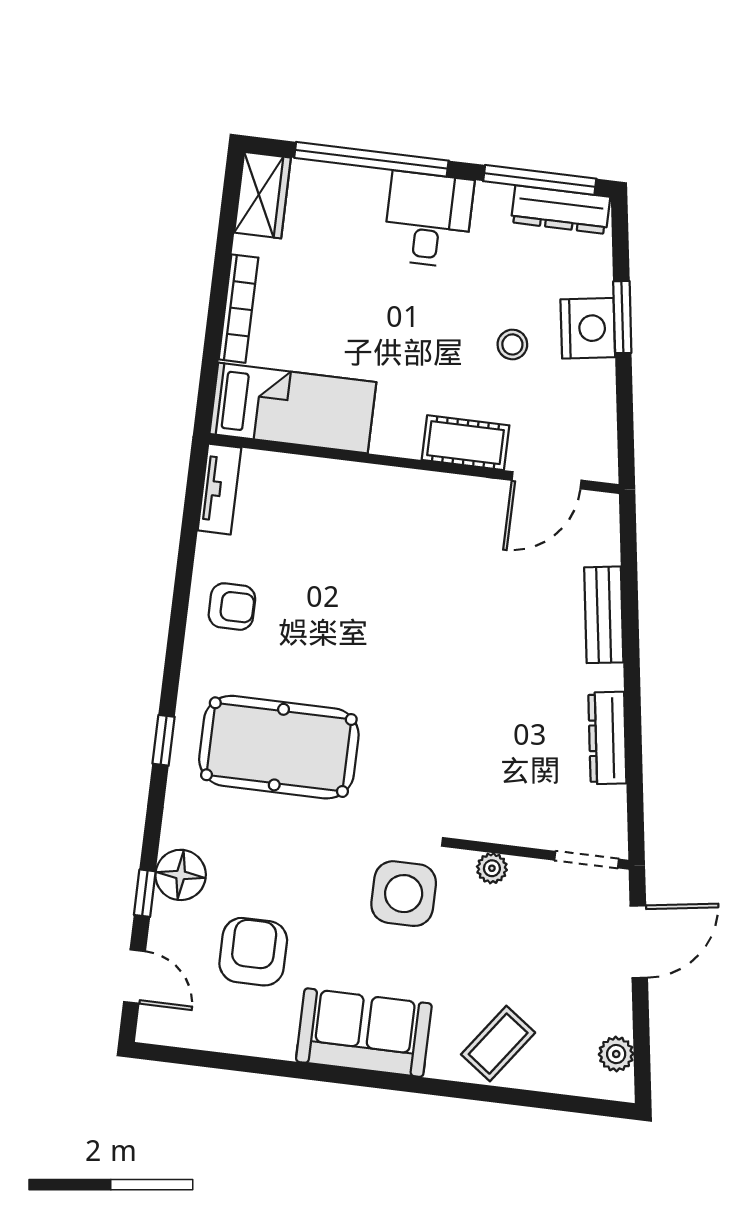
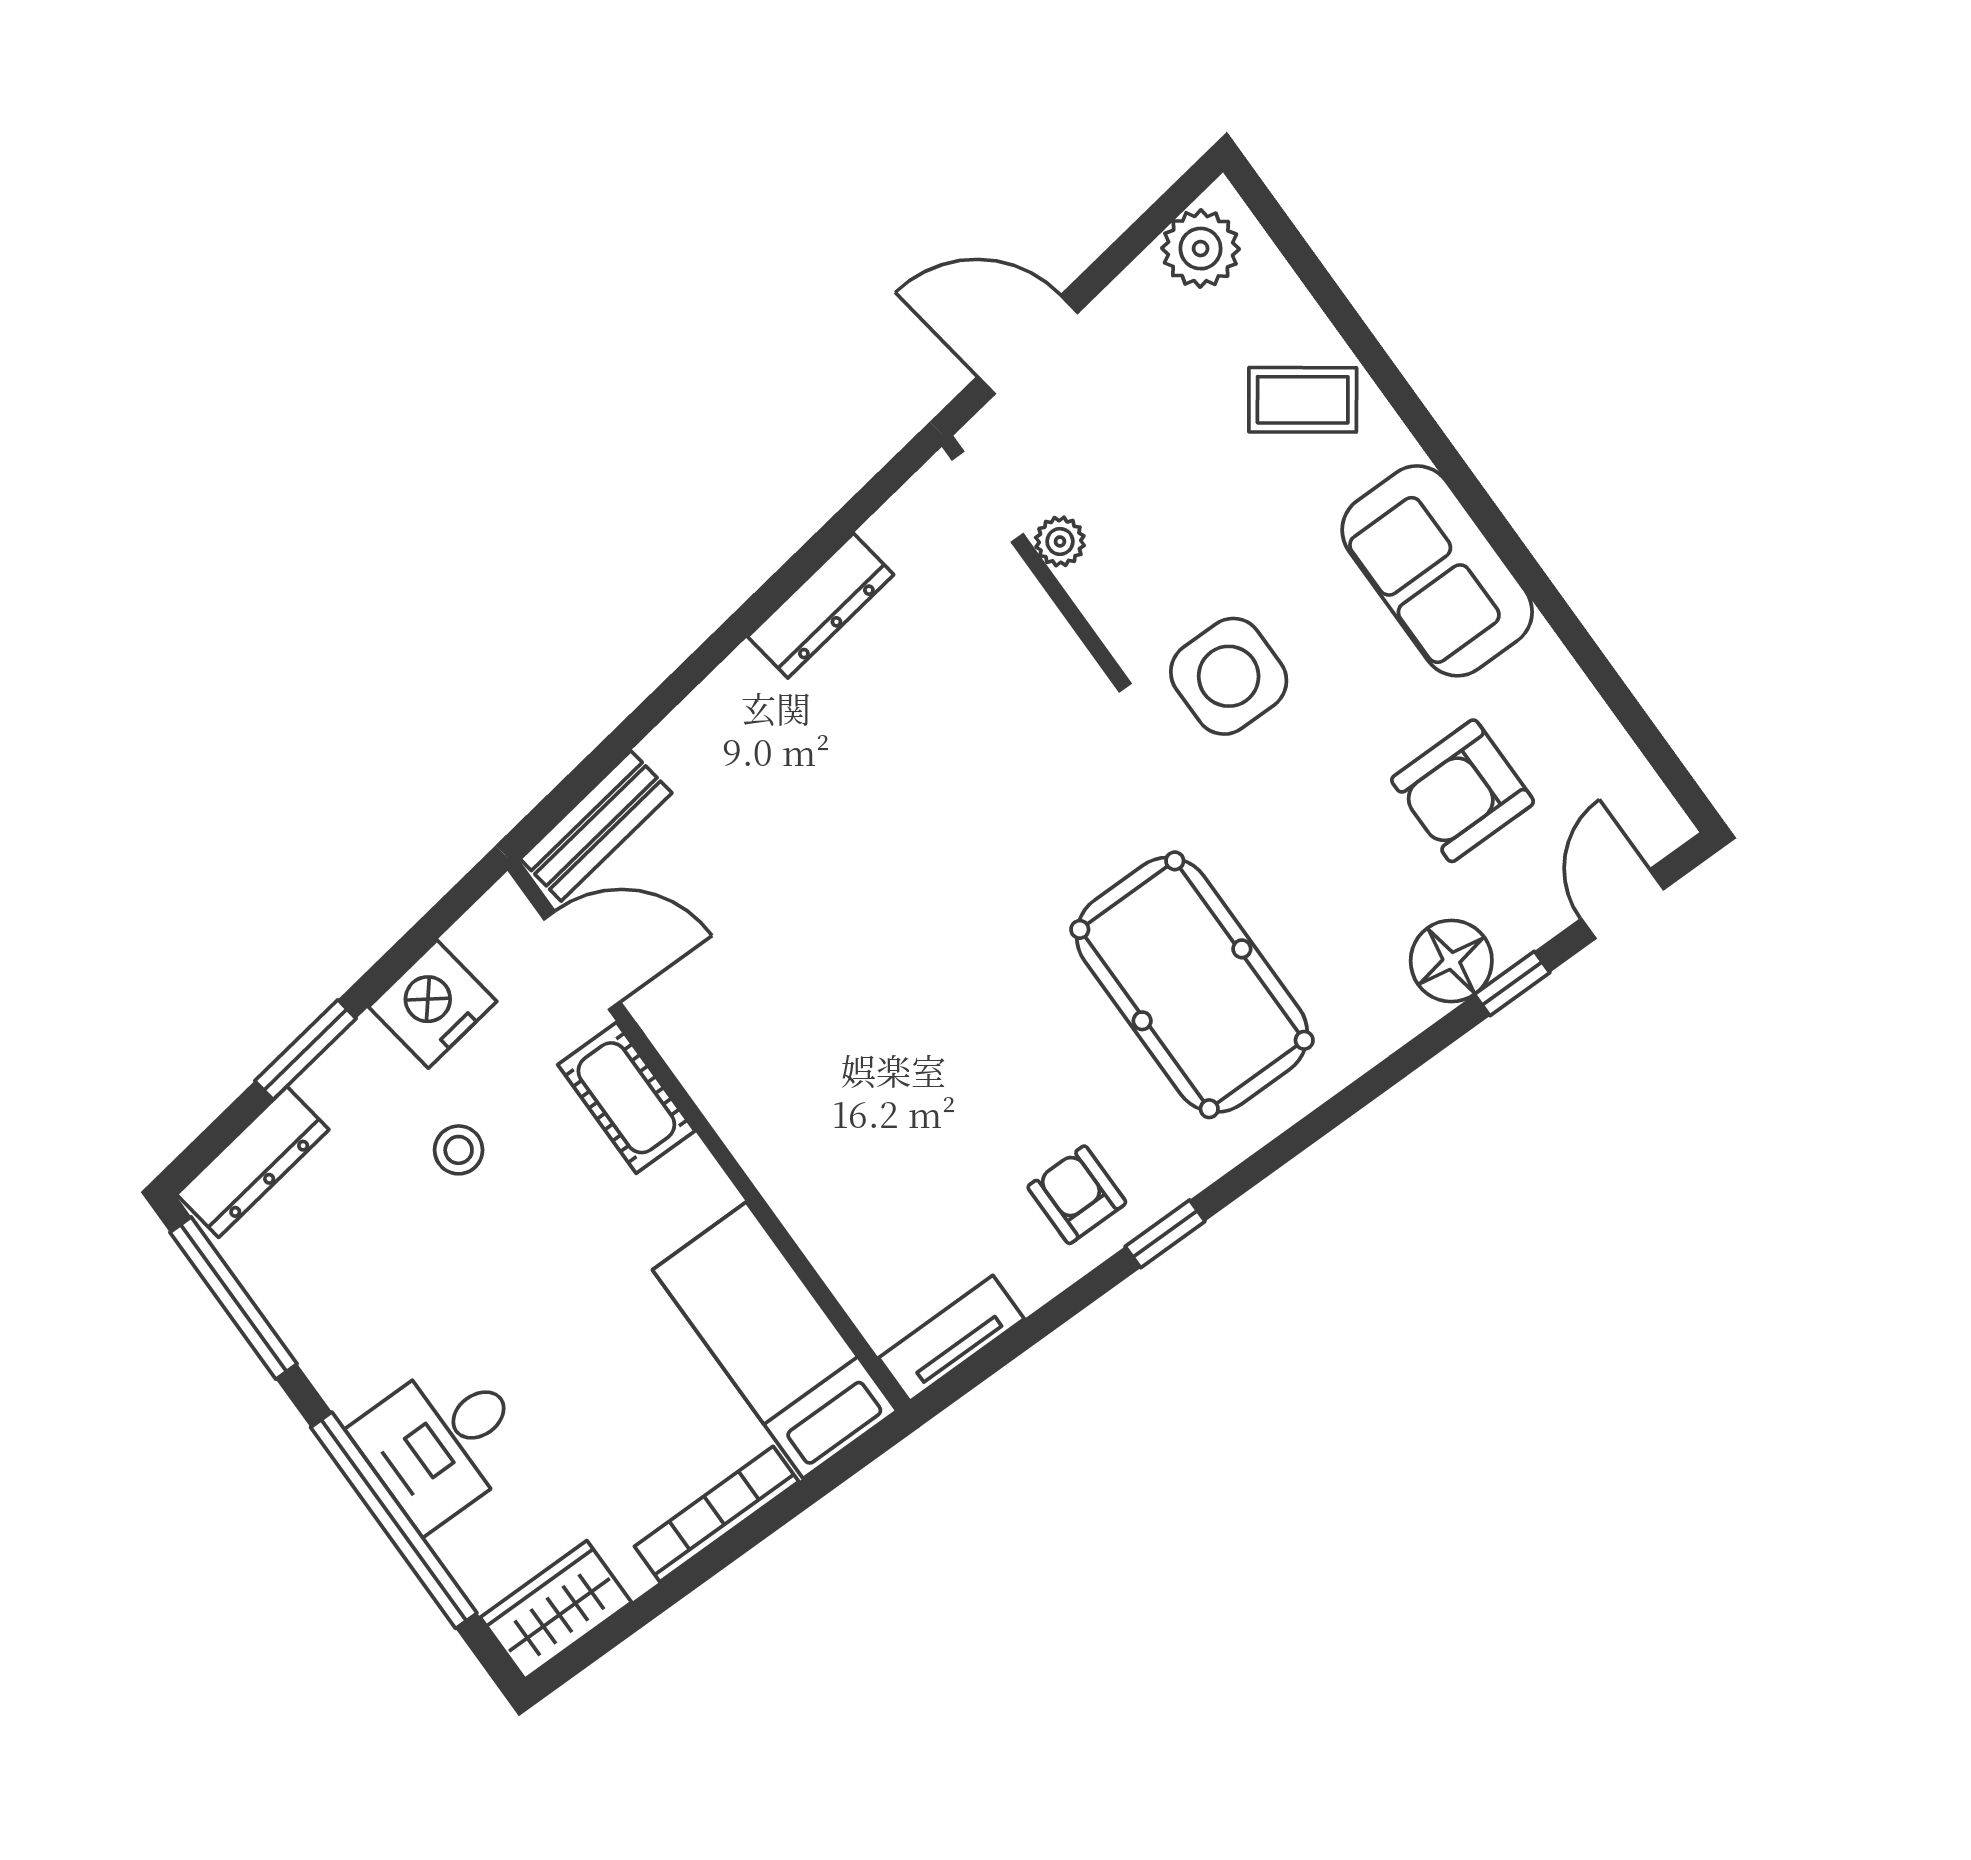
dresser: (561, 210) -> (253, 1162), moved, turned 81
desk: (428, 220) -> (442, 1441), moved
nightstand: (588, 328) -> (433, 1004), moved
bench: (604, 615) -> (596, 826), moved
window: (164, 740) -> (1165, 1234), moved
plant: (492, 868) -> (1060, 541), moved
plant: (616, 1054) -> (1201, 249), width x1.38, depth x1.38

